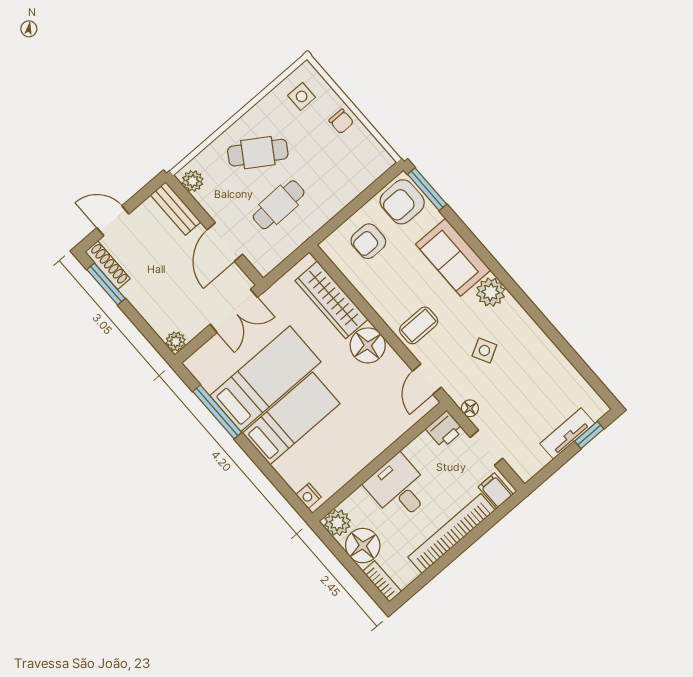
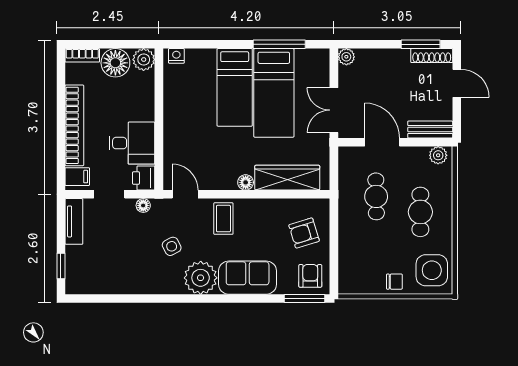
side table: (302, 96) -> (432, 270), width x1.87, depth x1.87
chair: (341, 121) -> (394, 282), turned 180
cafe table: (258, 153) -> (420, 212), turned -33
armchair: (402, 202) -> (310, 276), width x0.72, depth x0.72
door: (113, 221) -> (457, 83), hinge flipped
armchair: (368, 241) -> (304, 233), turned -107
plant: (491, 292) -> (201, 278), width x1.36, depth x1.36
floor lamp: (368, 345) -> (246, 182), width x0.53, depth x0.53
tv unit: (567, 434) -> (74, 221), moved
desk: (399, 488) -> (132, 143), moved

